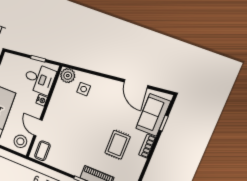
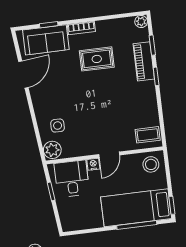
door: (38, 128) -> (109, 155), moved

